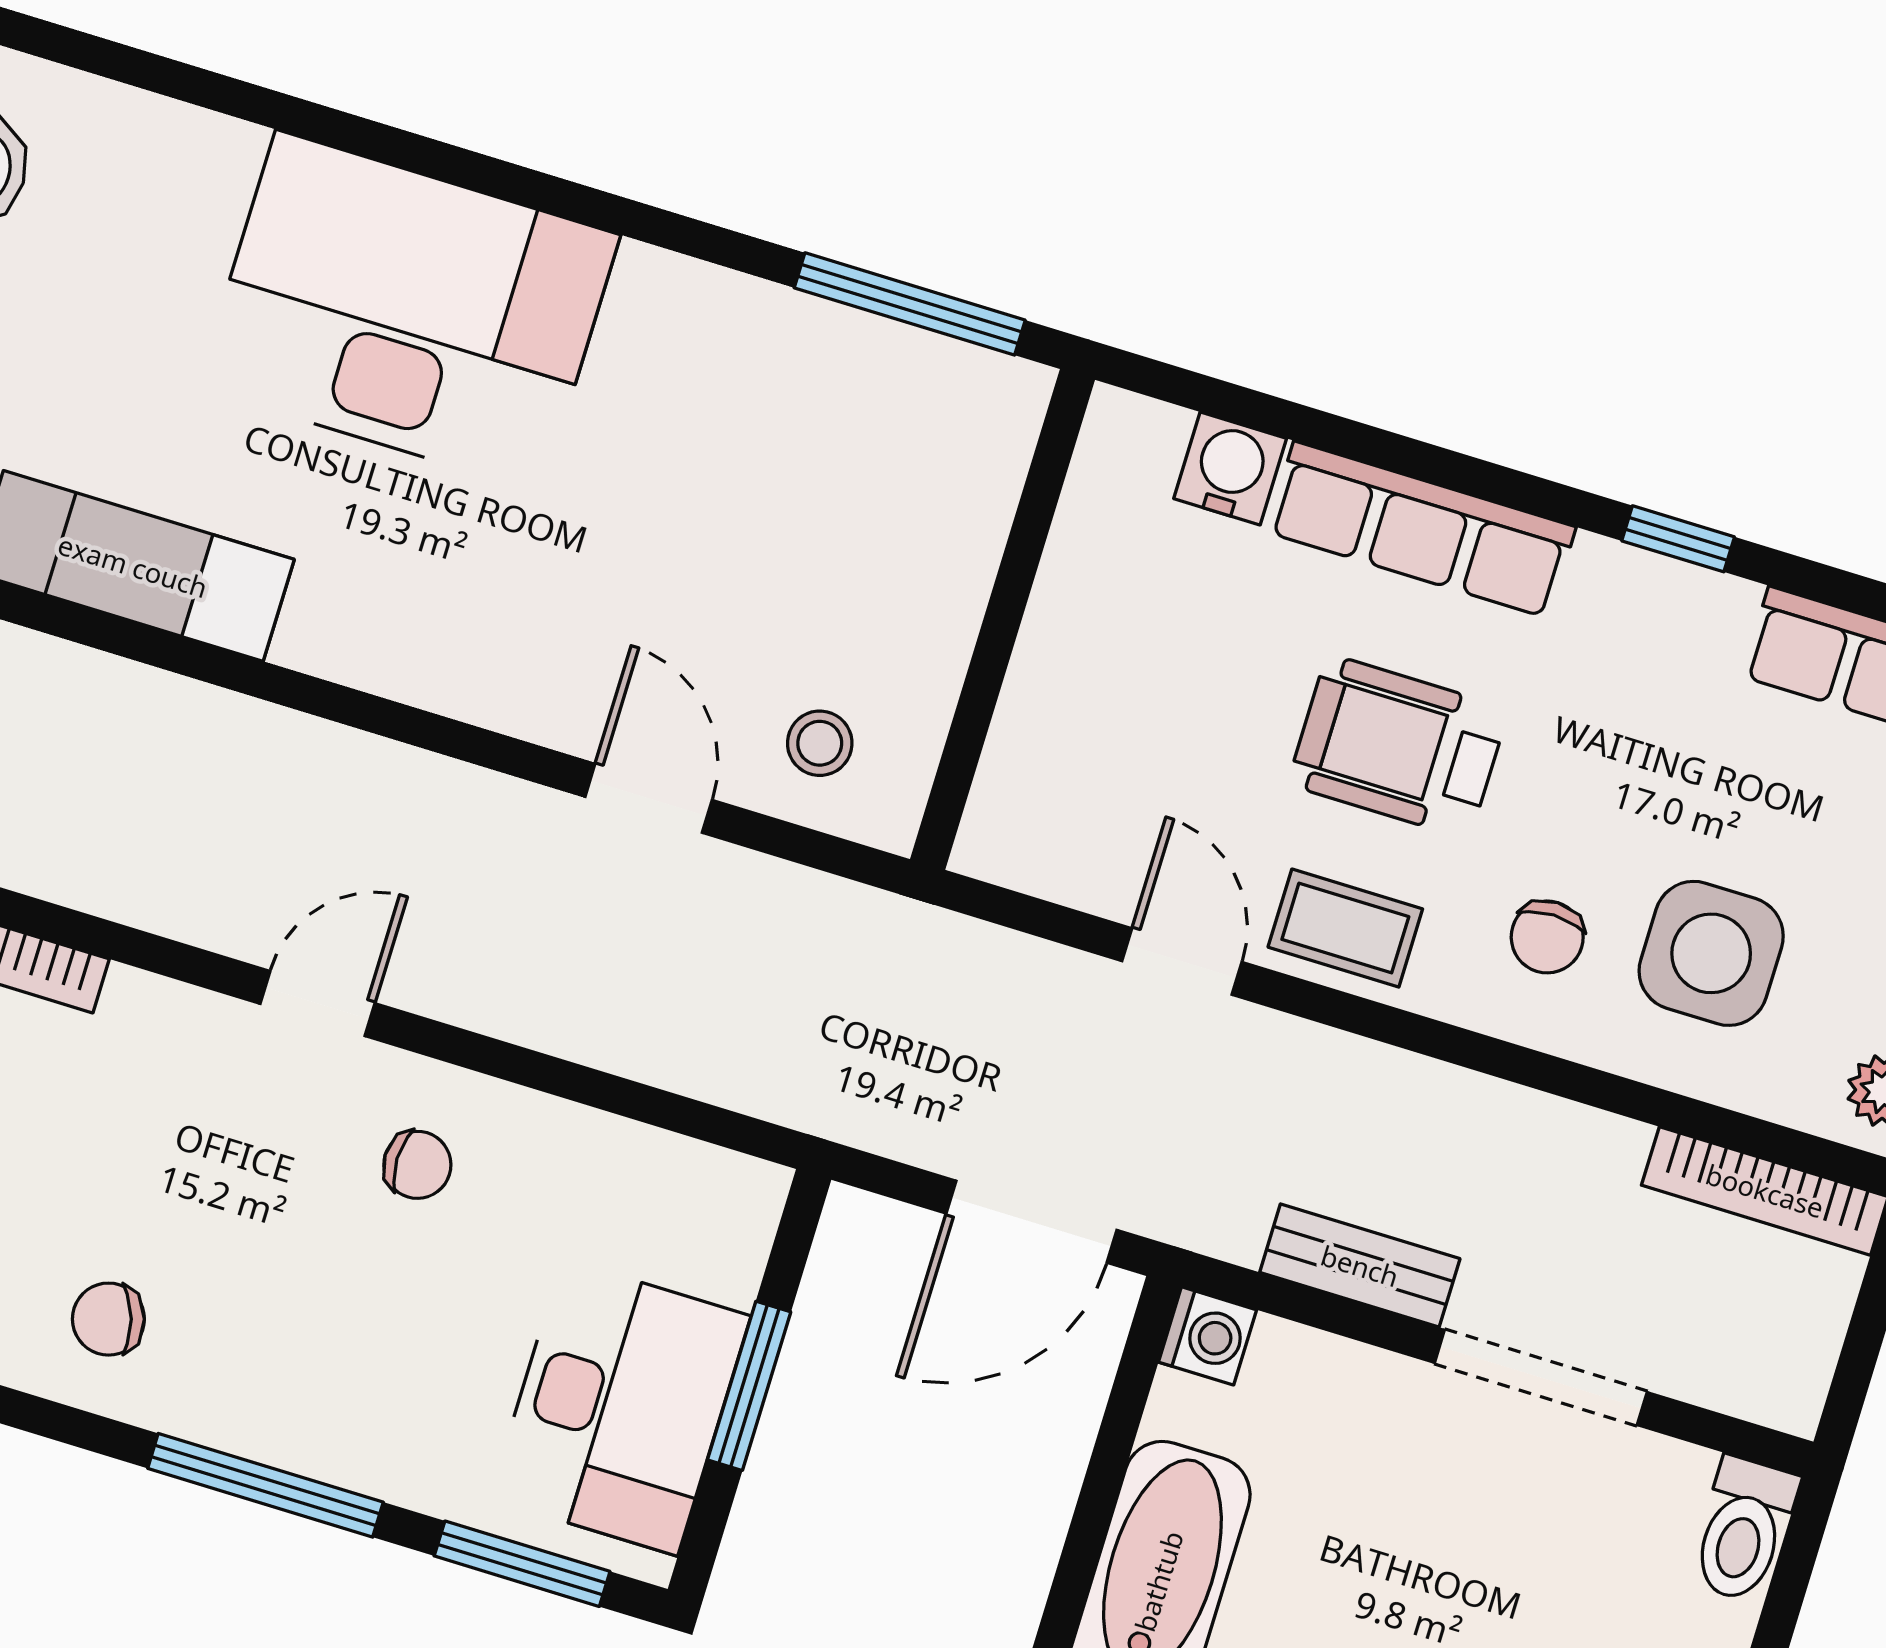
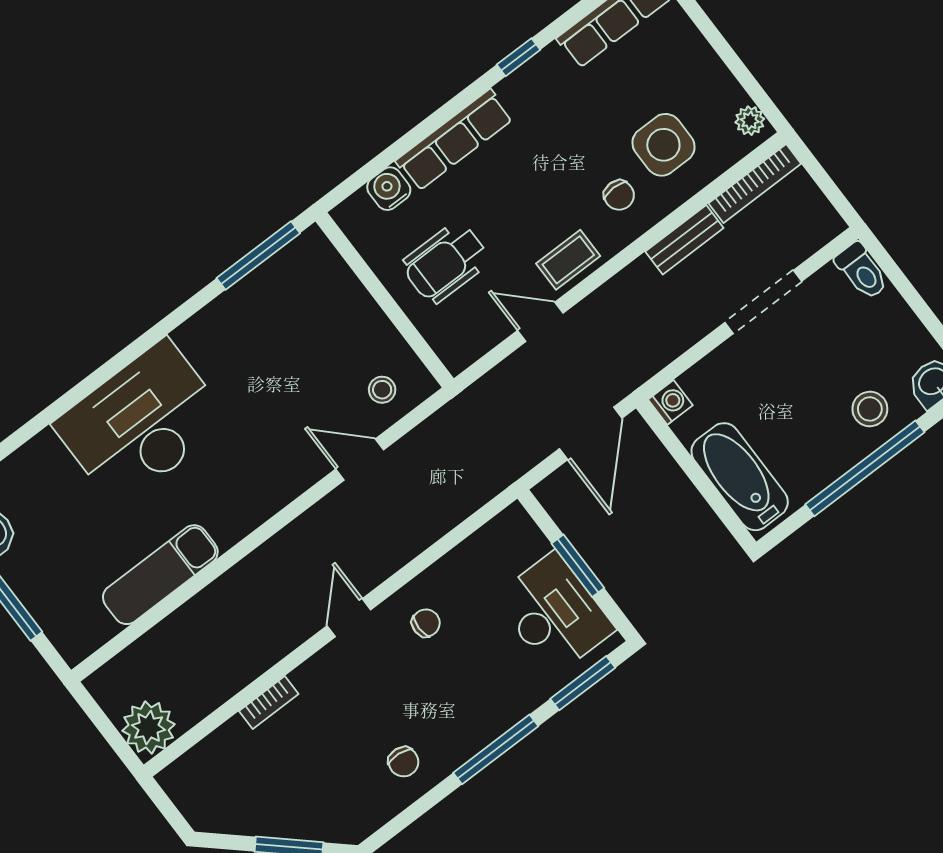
wheelchair: (1398, 747) -> (446, 262), moved
bench: (1360, 1266) -> (684, 240), moved
chair: (108, 1319) -> (403, 762), turned -68

